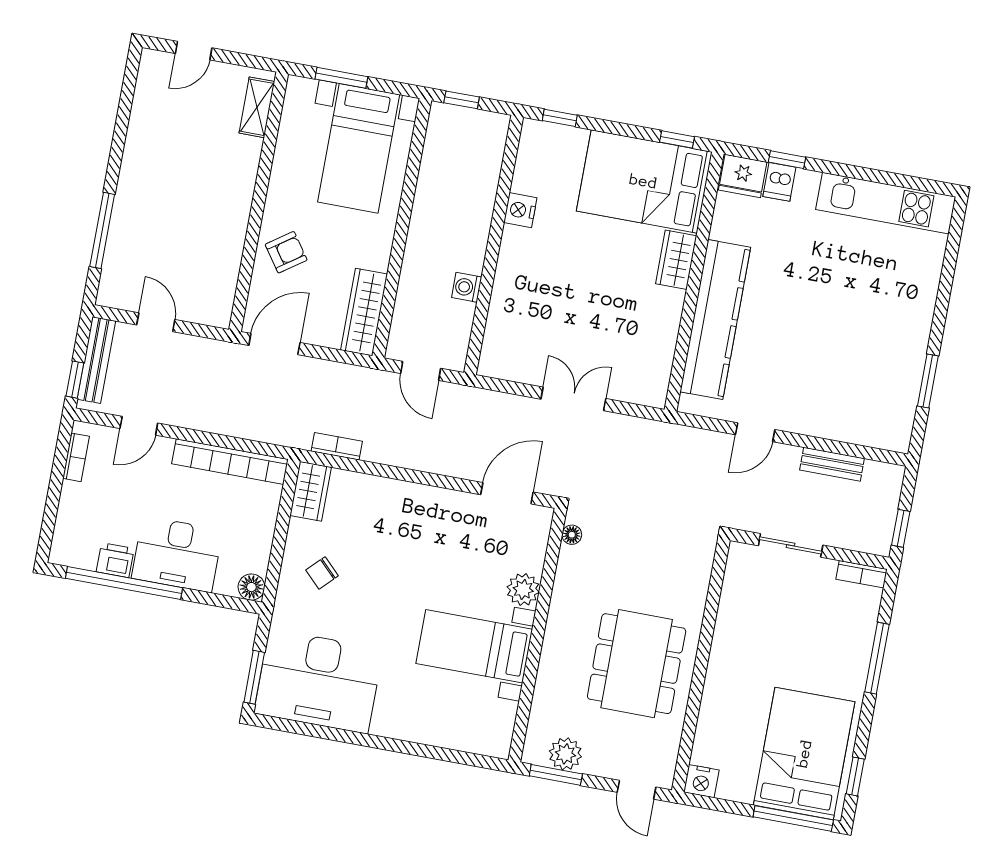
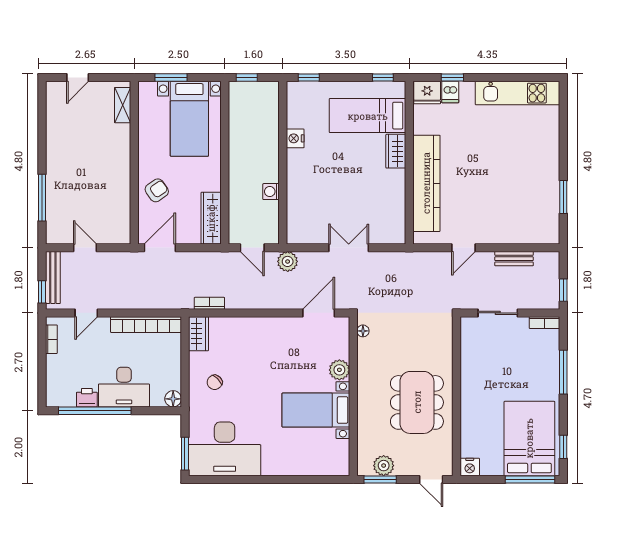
bed: (644, 181) -> (368, 116), width x0.67
plant: (473, 403) -> (288, 261), added

